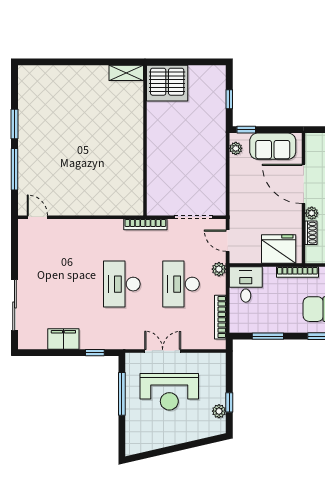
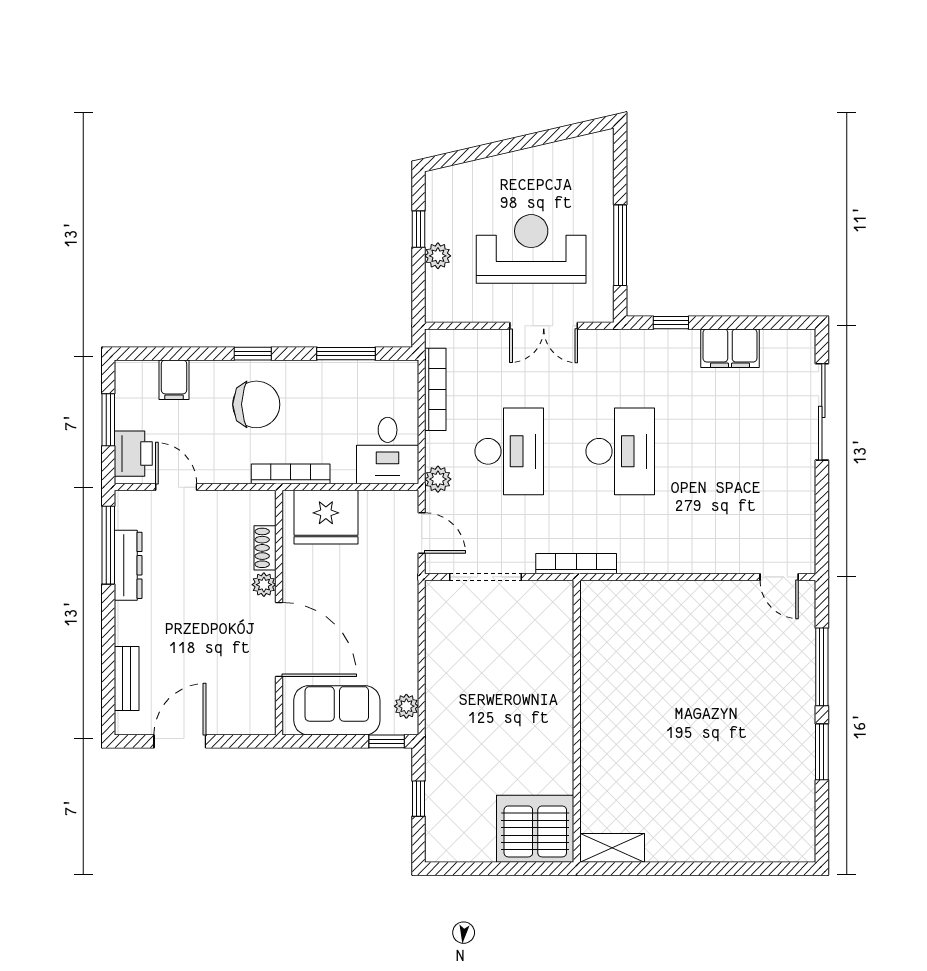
plant: (219, 411) -> (438, 256), moved

